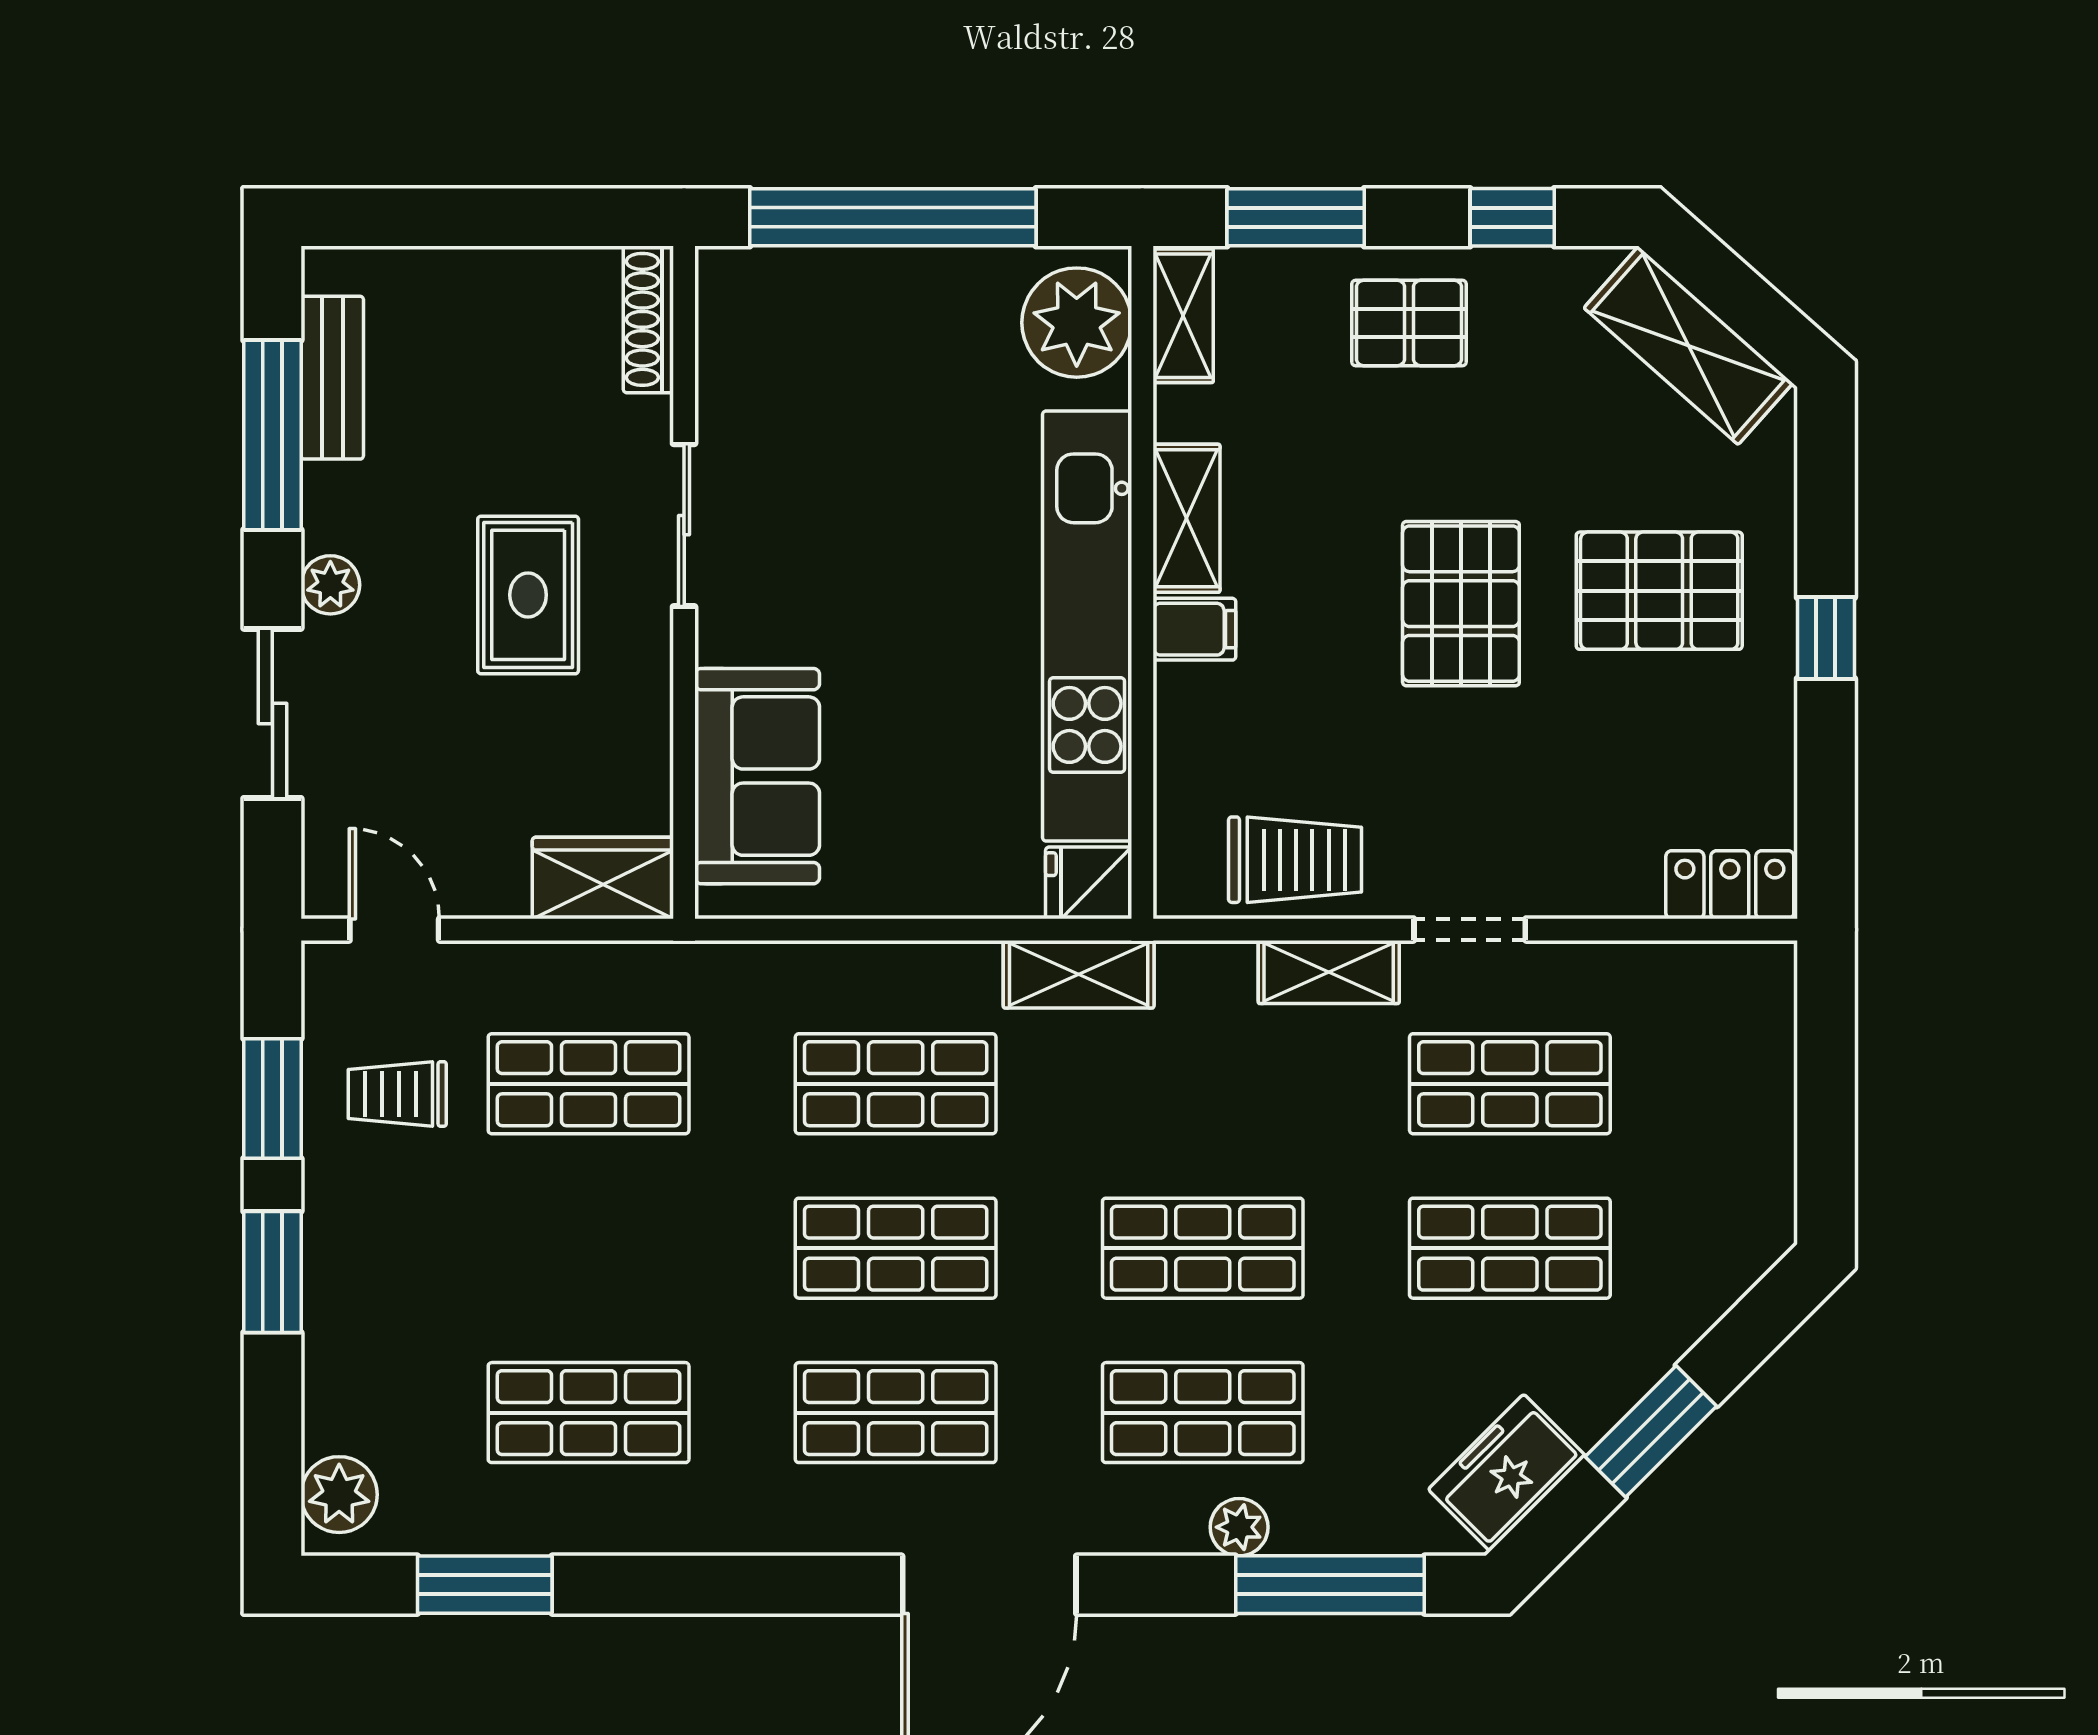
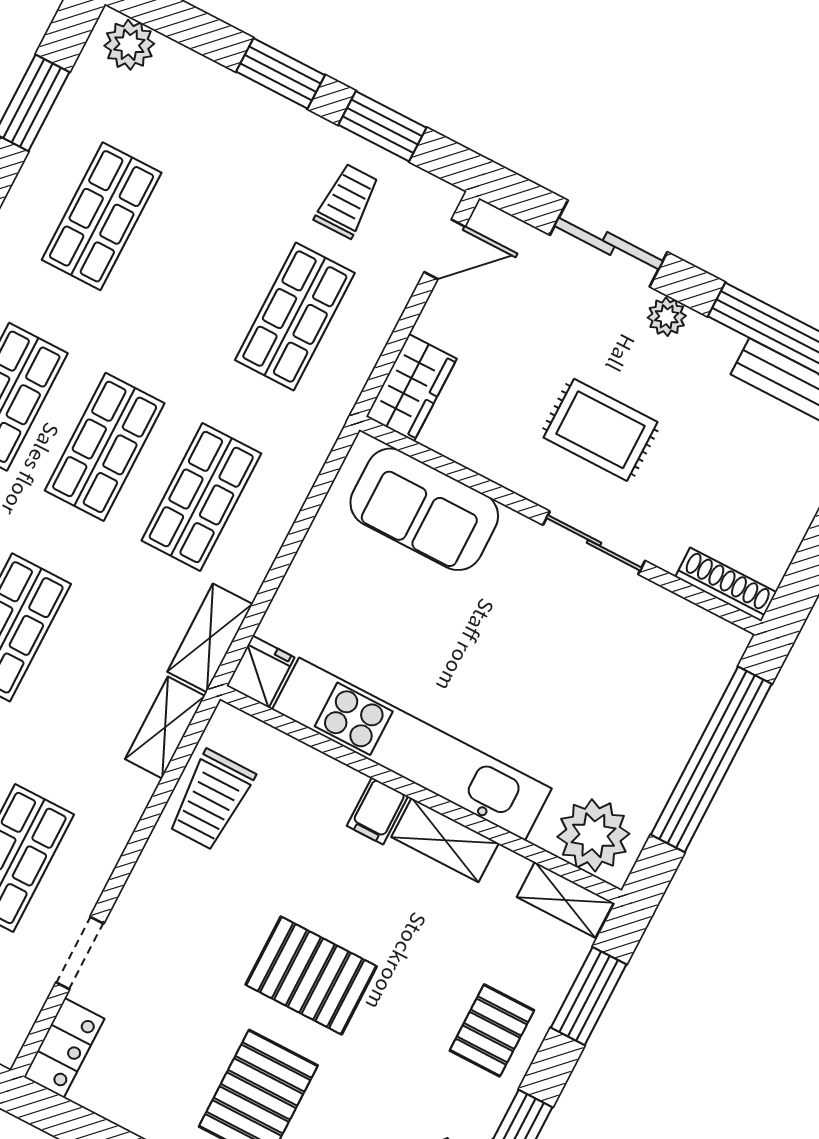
doorway: (1470, 930) -> (80, 953), moved
shelving: (1329, 972) -> (165, 727), moved

